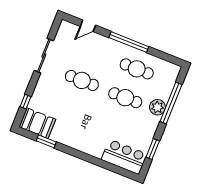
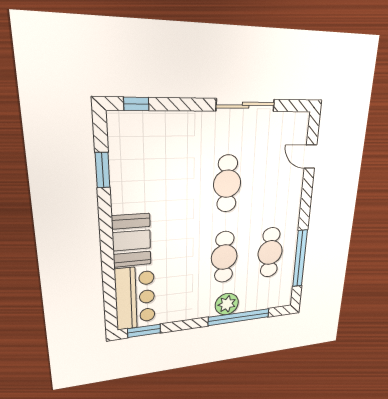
window: (129, 42) -> (300, 259), moved
window: (26, 102) -> (136, 104), moved
booth: (37, 123) -> (132, 240), moved
window: (153, 149) -> (144, 331), moved

